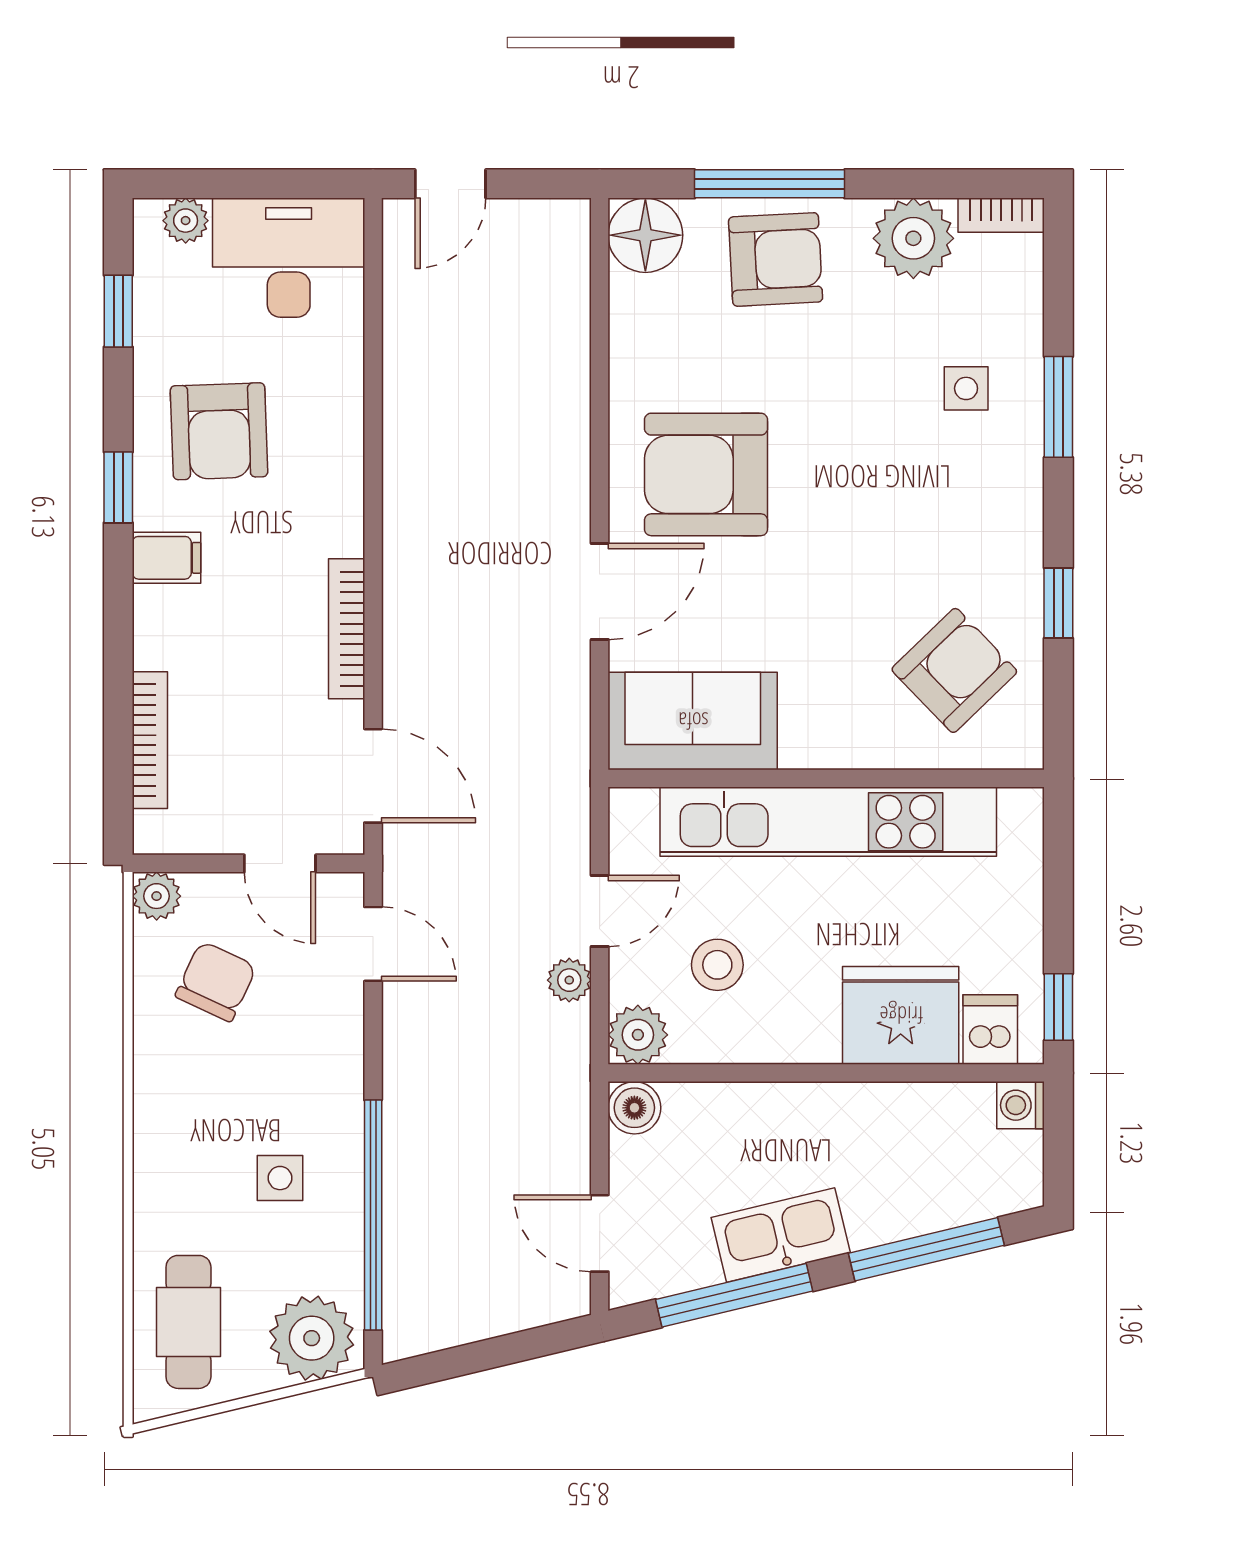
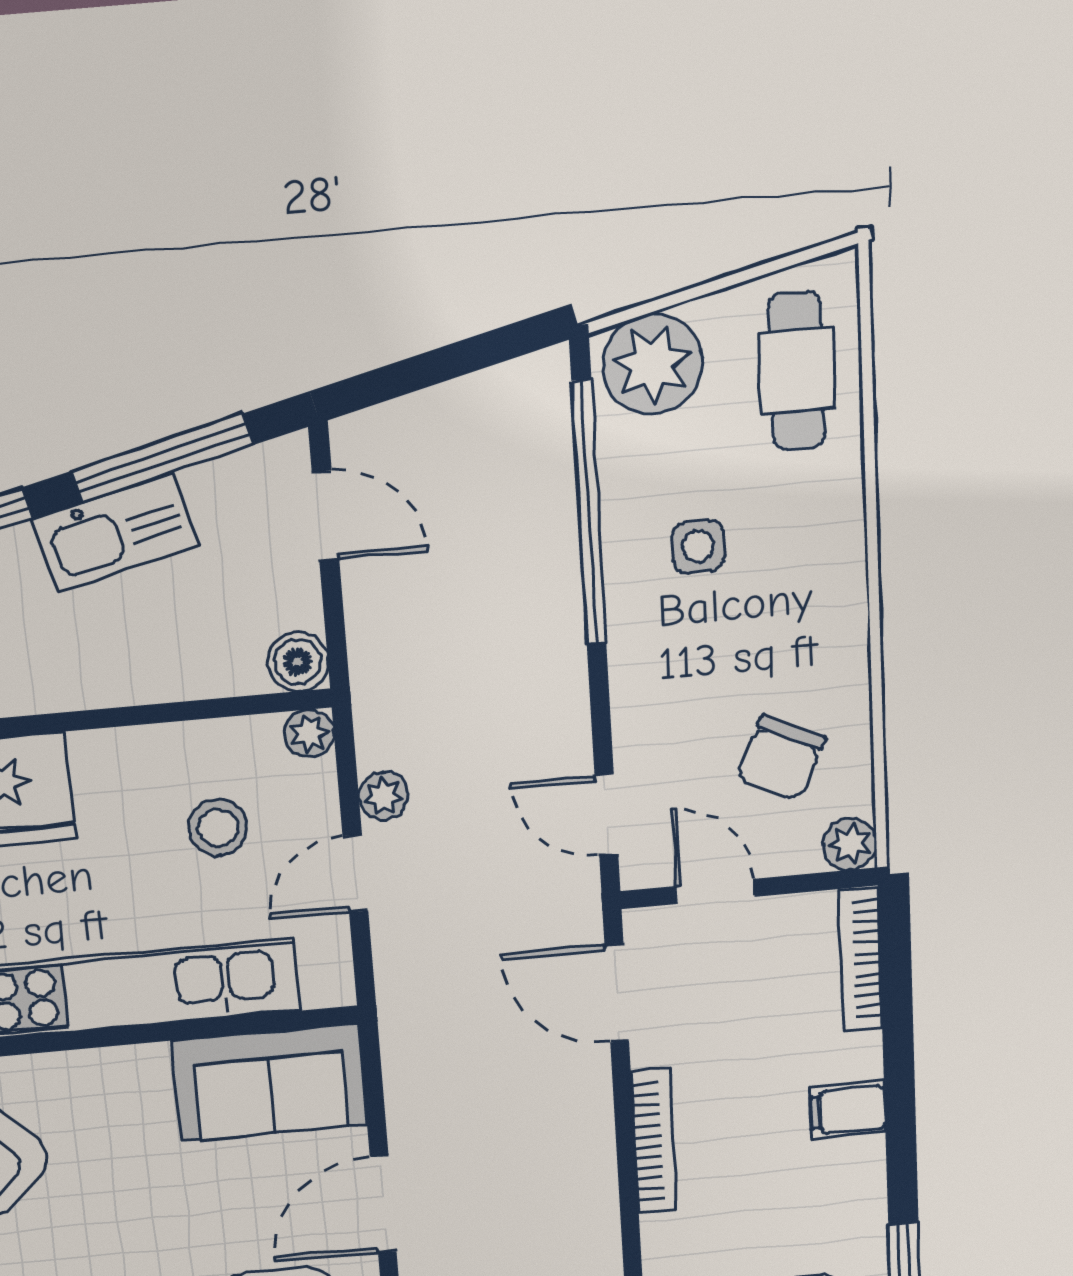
filing cabinet: (167, 558) -> (848, 1110), moved
bookcase: (150, 740) -> (861, 959), moved
plant: (638, 1035) -> (309, 733), width x0.73, depth x0.73

